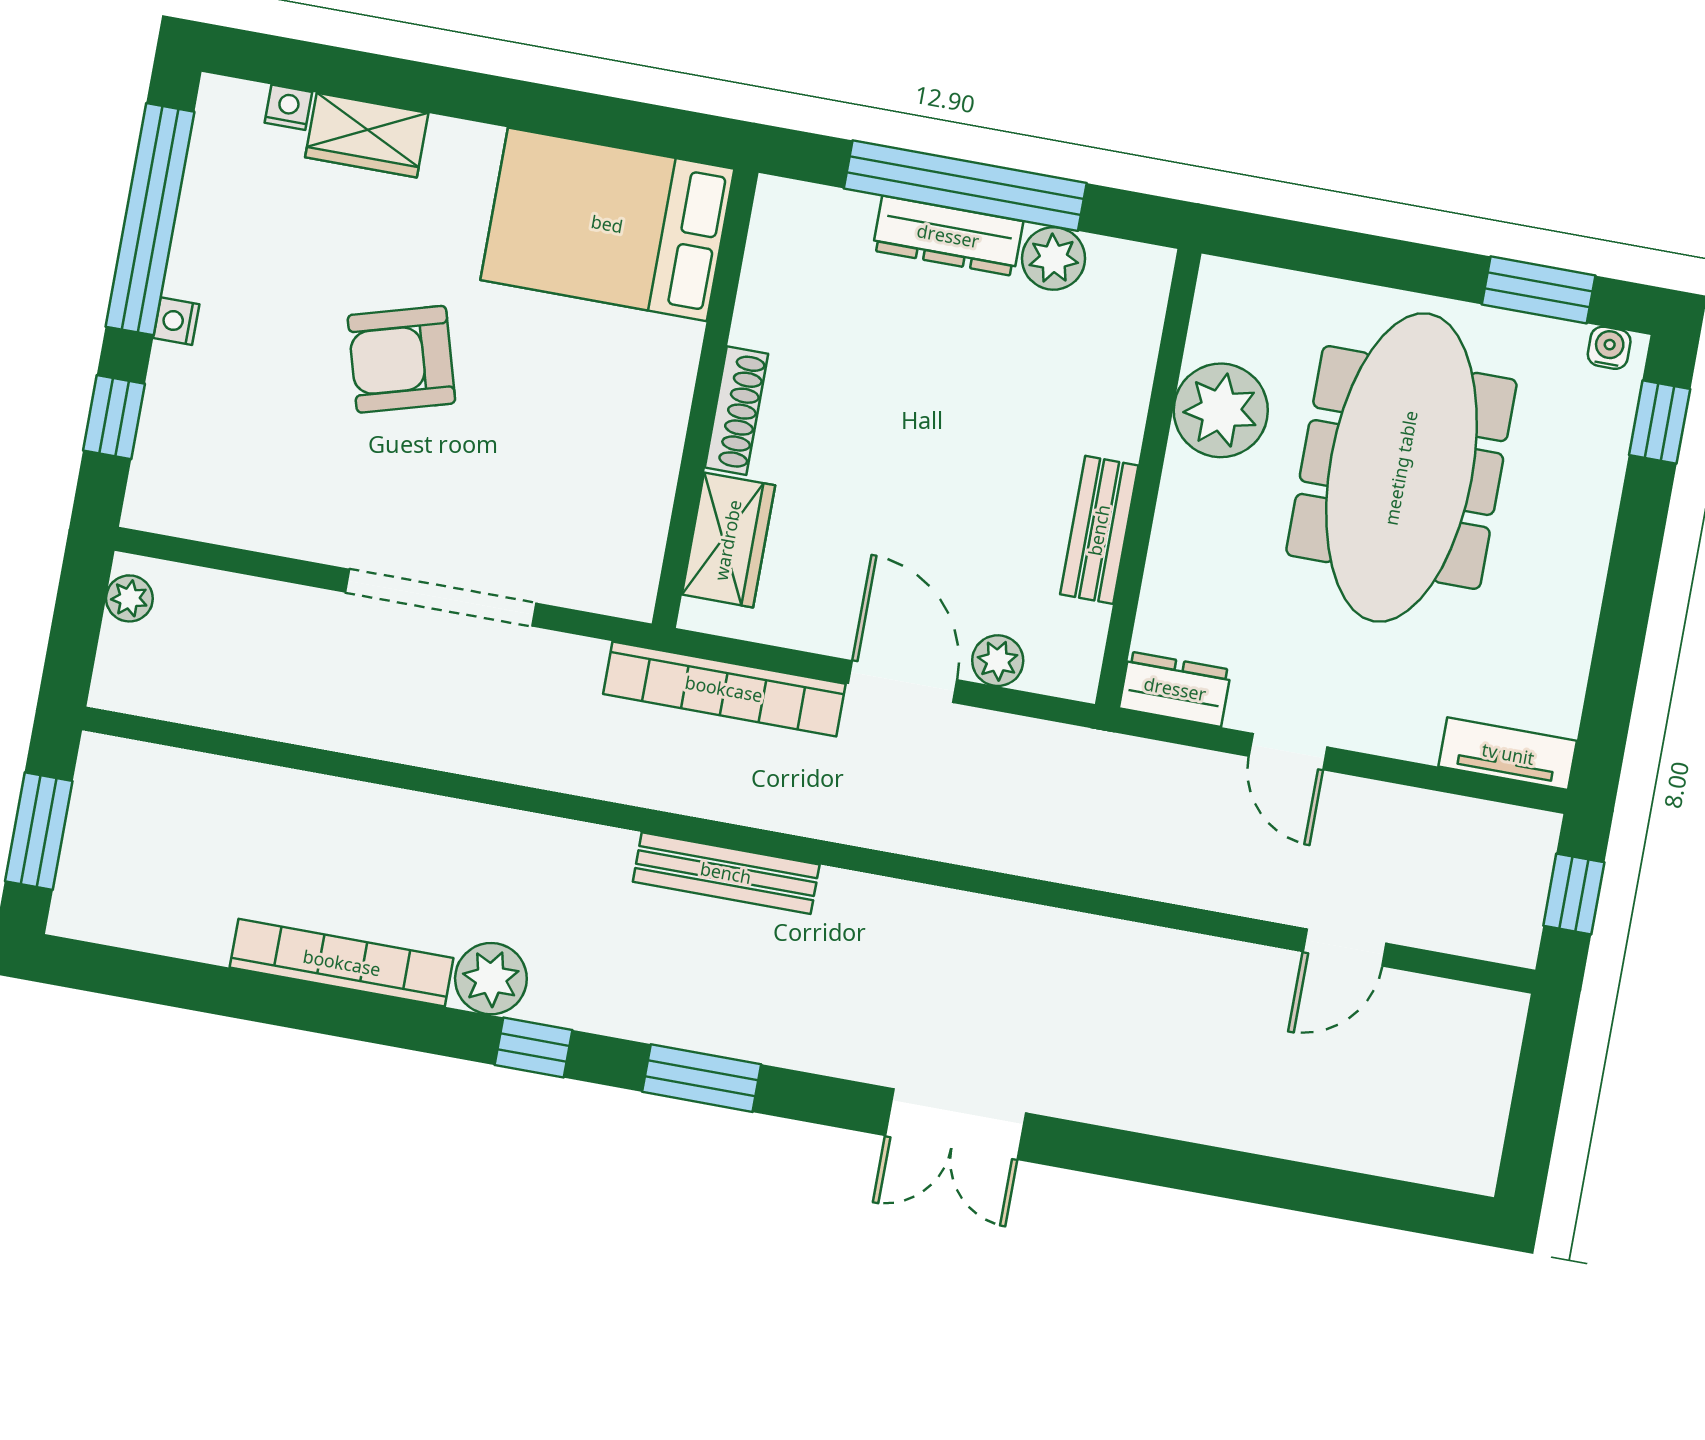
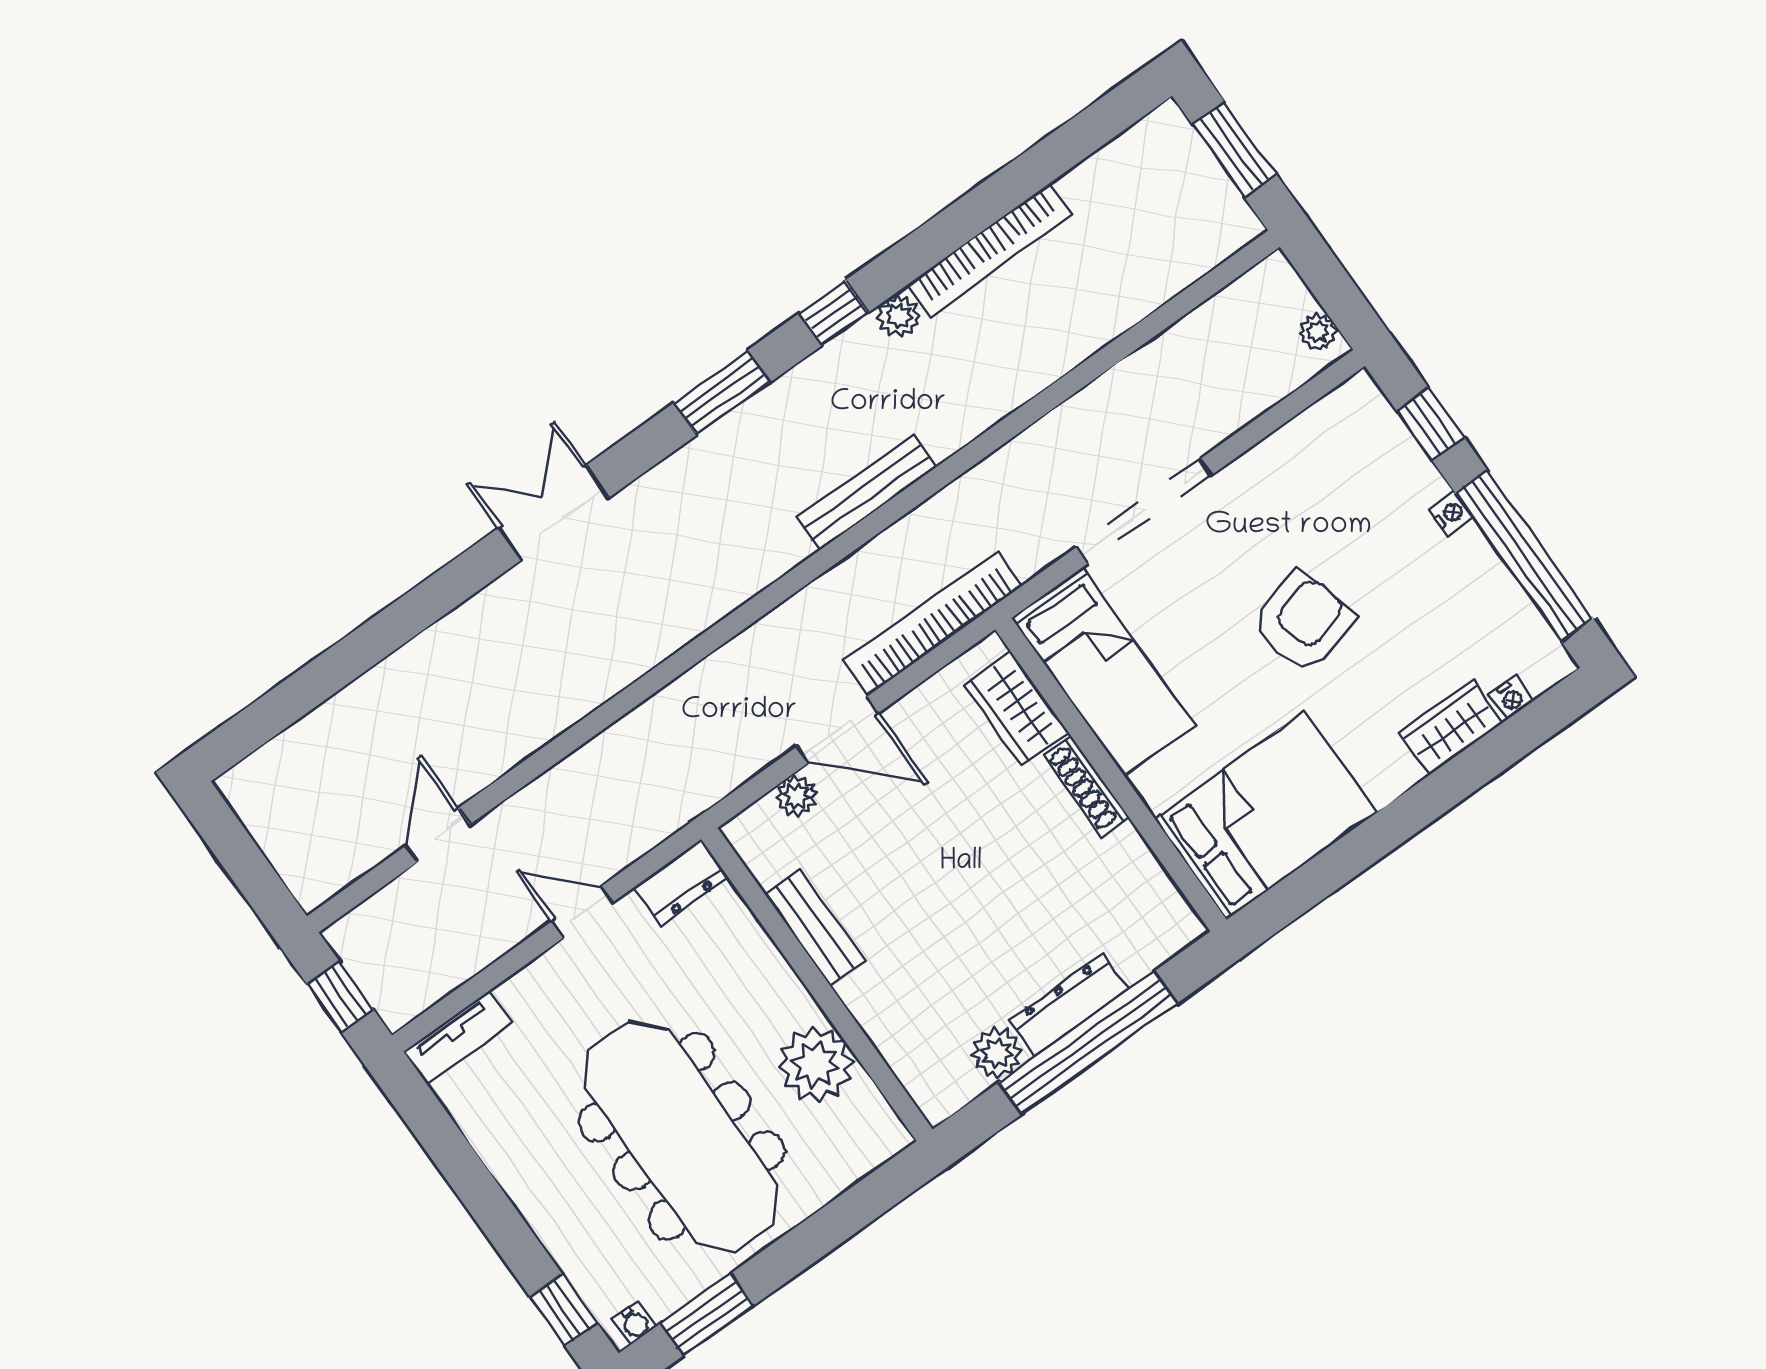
bed: (620, 495) -> (1103, 672), added
bench: (726, 873) -> (866, 493), moved
plant: (491, 979) -> (899, 316), width x0.73, depth x0.73

